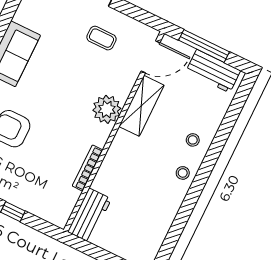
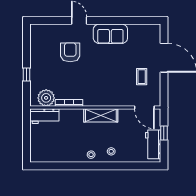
window: (204, 46) -> (164, 133), width x0.46
shelving: (141, 106) -> (101, 115), moved
plant: (107, 109) -> (46, 98), moved

